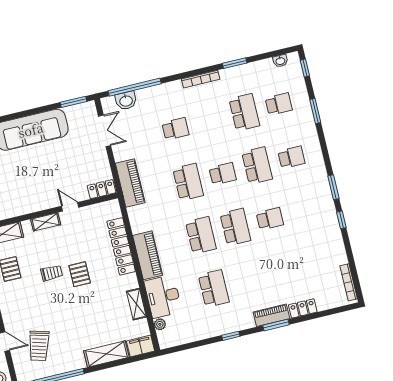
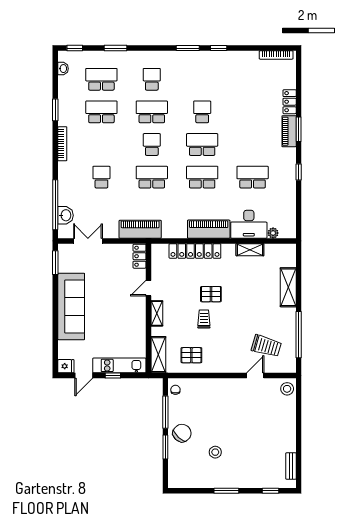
school desk: (279, 104) -> (101, 79), width x1.85
filing cabinet: (141, 346) -> (288, 255), removed

